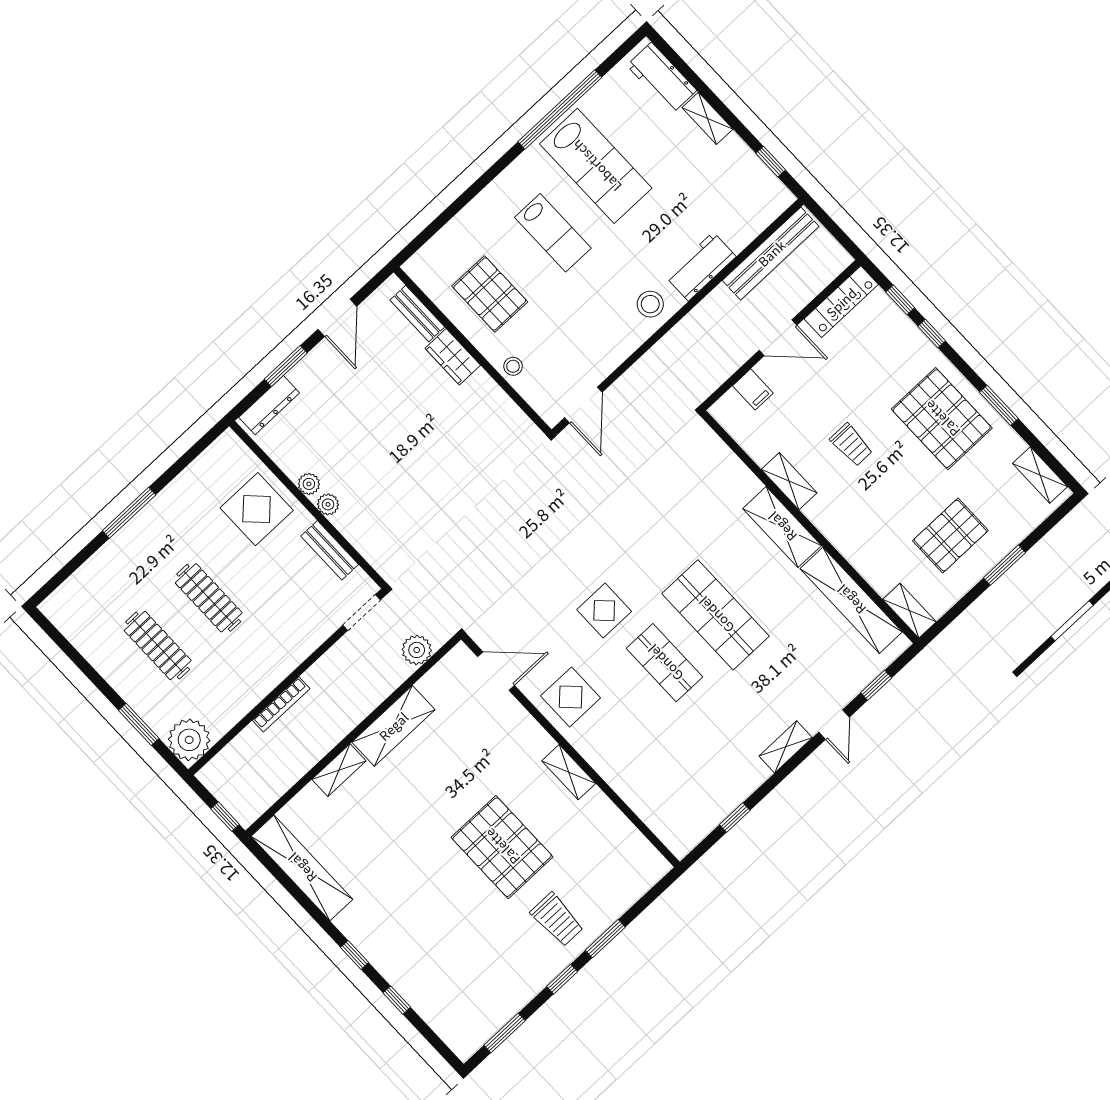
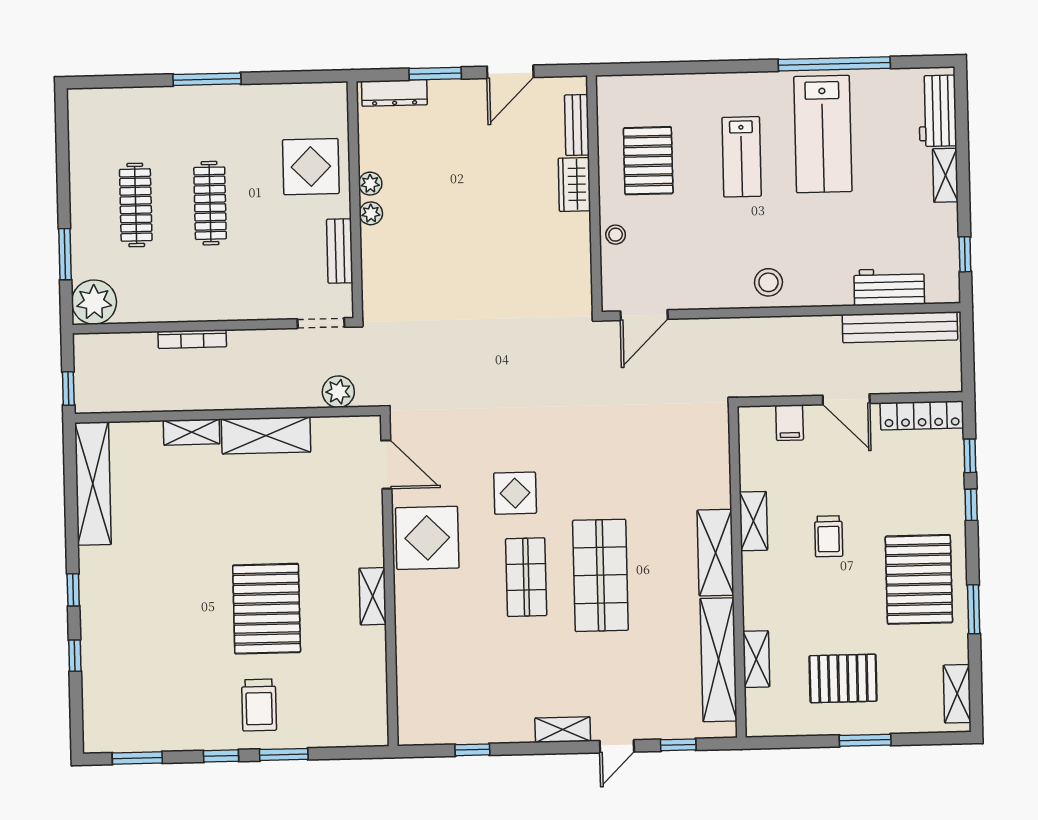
workbench: (701, 267) -> (889, 287), moved
shelving: (909, 611) -> (756, 659), moved
display table: (571, 697) -> (427, 538), width x1.36, depth x1.36

